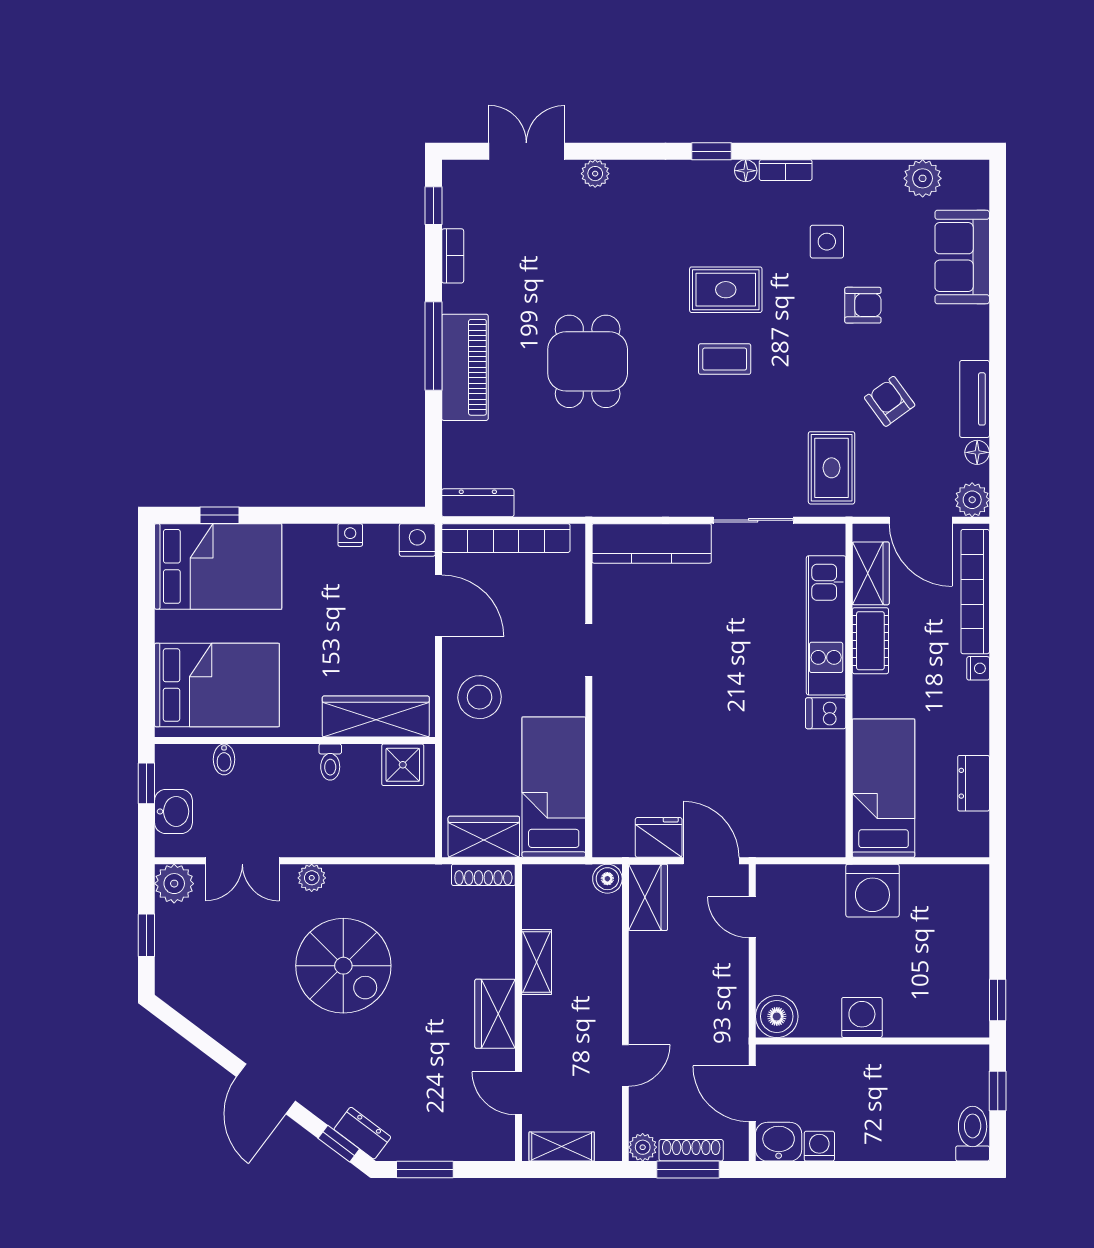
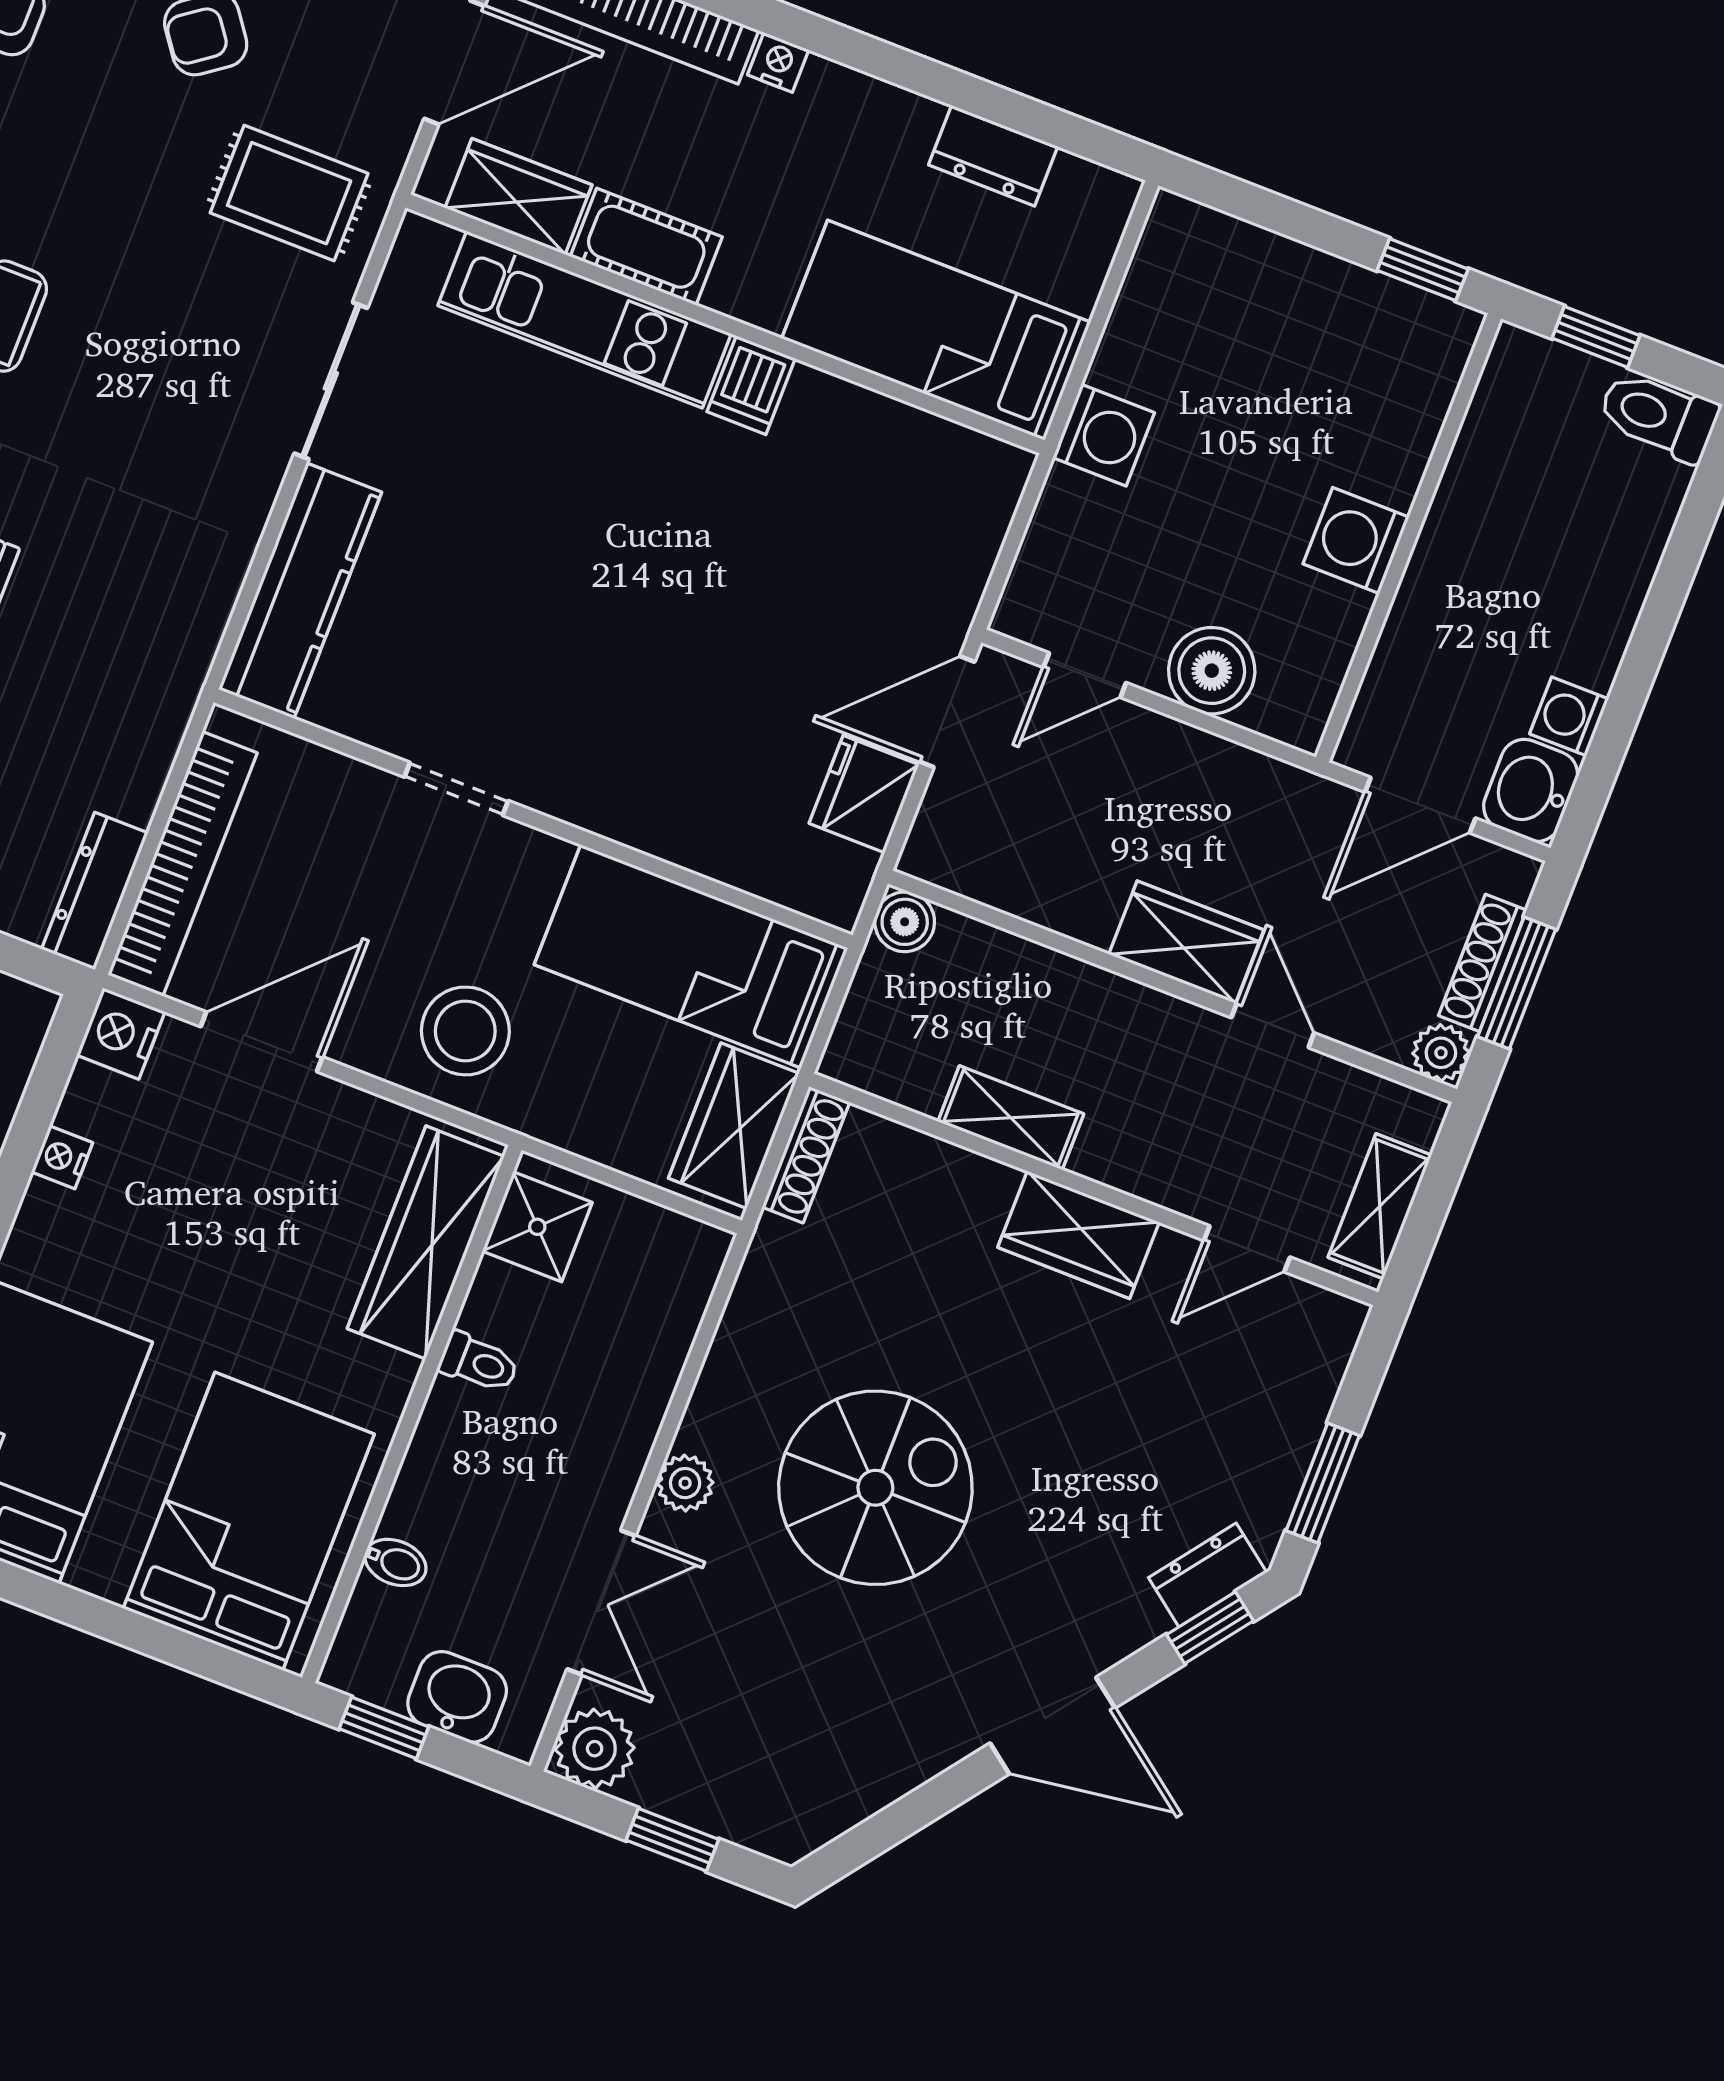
washing machine: (872, 891) -> (1104, 435), width x0.73, depth x0.73
wardrobe: (648, 897) -> (1186, 942), moved
boiler: (777, 1016) -> (1212, 671), moved

